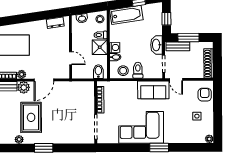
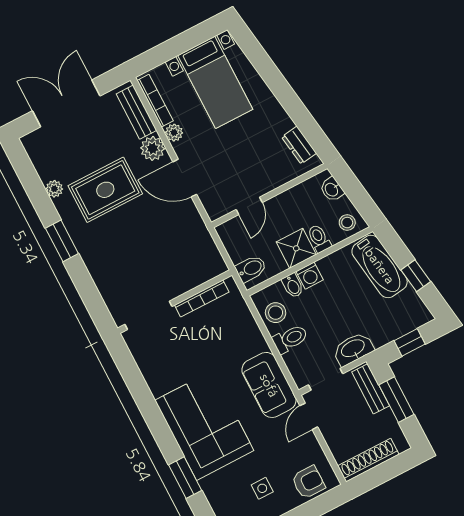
corner sofa: (141, 127) -> (204, 425), moved
window: (159, 147) -> (185, 478), moved

